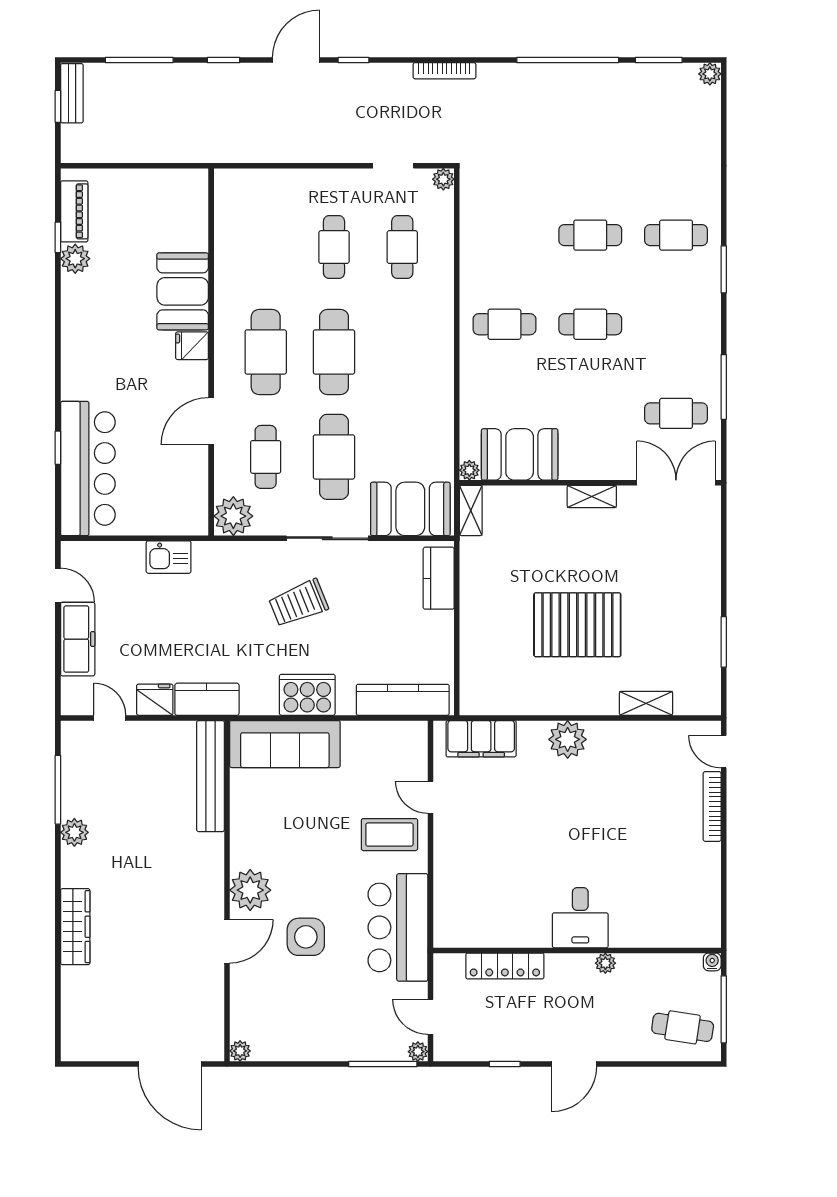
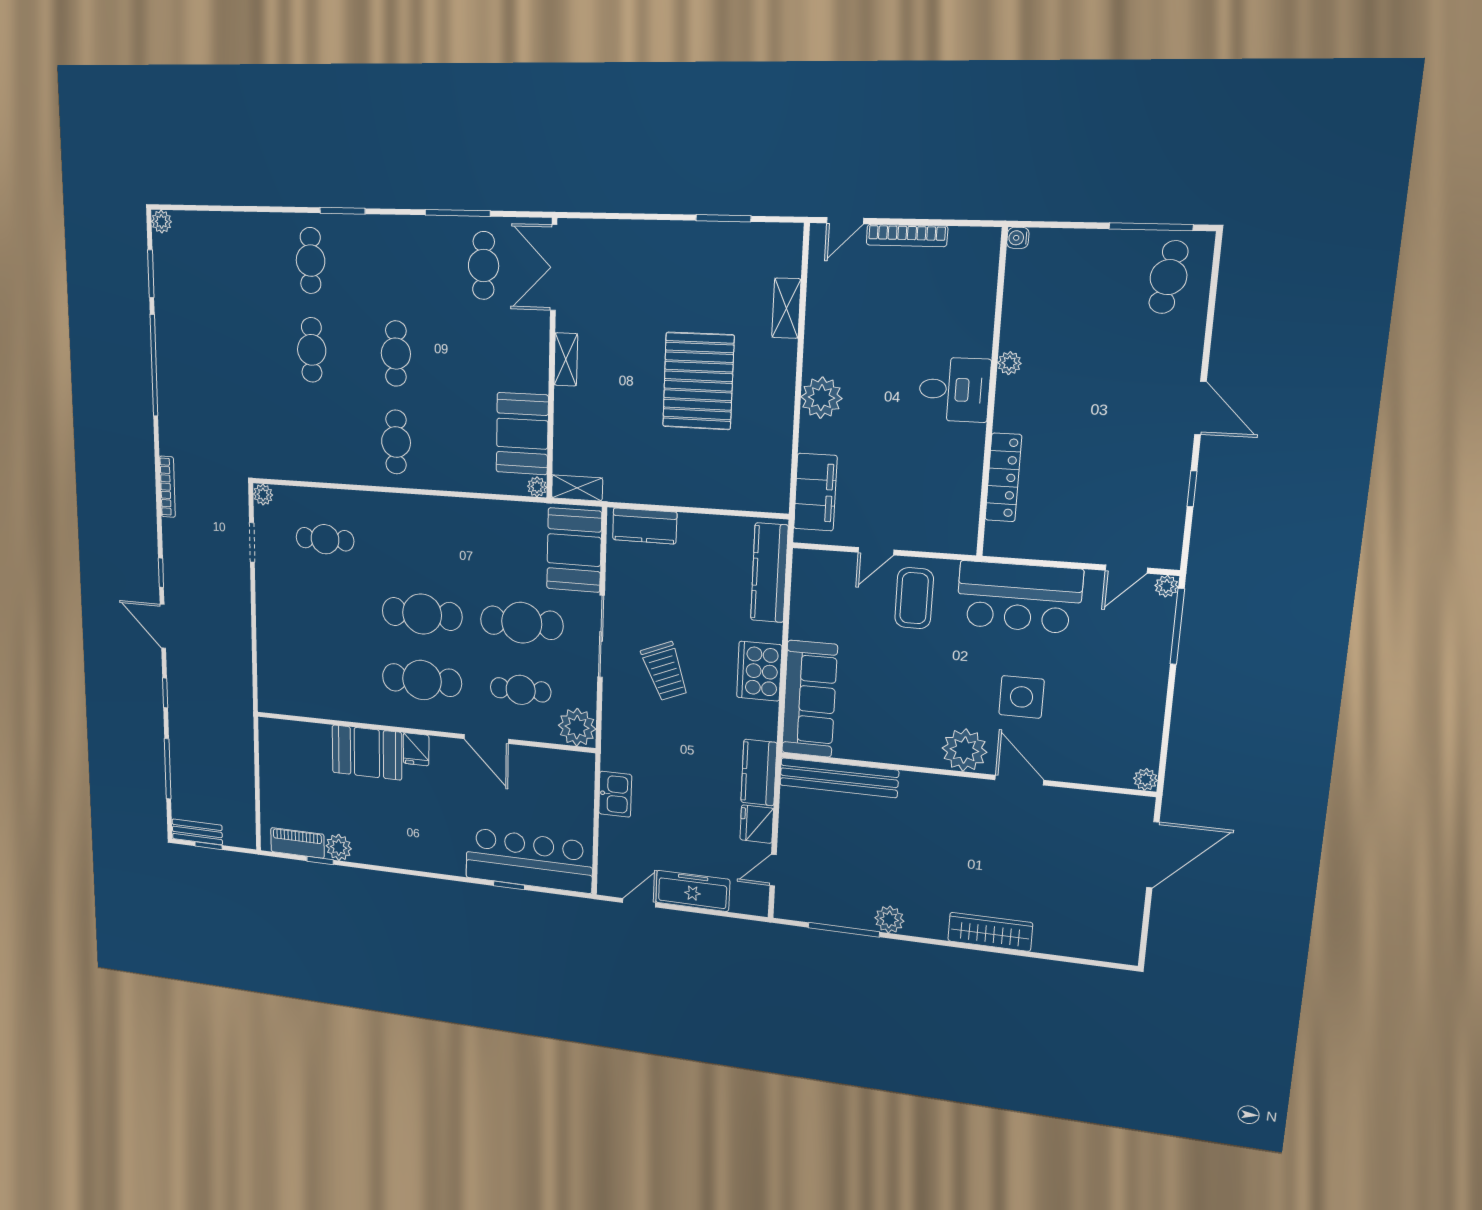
cafe table: (334, 247) -> (326, 605), removed
desk: (580, 918) -> (954, 390), moved
wall: (577, 950) -> (992, 395), moved
water cooler: (712, 962) -> (1018, 238), moved
plant: (605, 963) -> (1009, 363), moved
locker: (505, 966) -> (1003, 477), moved

